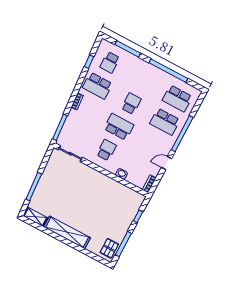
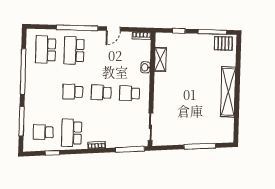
school desk: (110, 62) -> (43, 132), turned 180
school desk: (97, 86) -> (72, 133), turned 180
school desk: (177, 98) -> (46, 50), turned 180
school desk: (165, 122) -> (74, 50), turned 180
school desk: (119, 127) -> (101, 93), width x0.54
door: (167, 163) -> (113, 29), hinge flipped
shelving: (35, 217) -> (160, 59), moved

